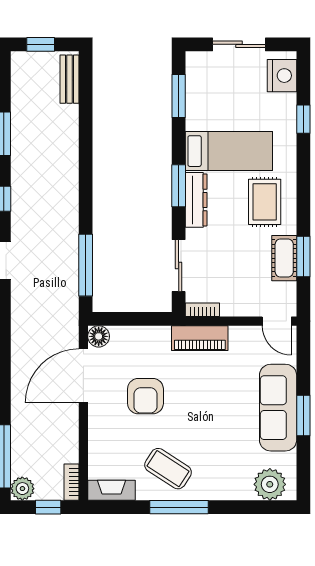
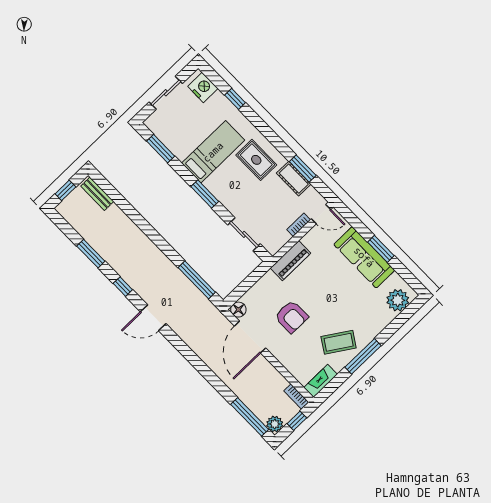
dresser: (196, 200) -> (221, 193), removed
bookcase: (202, 310) -> (299, 225), moved

